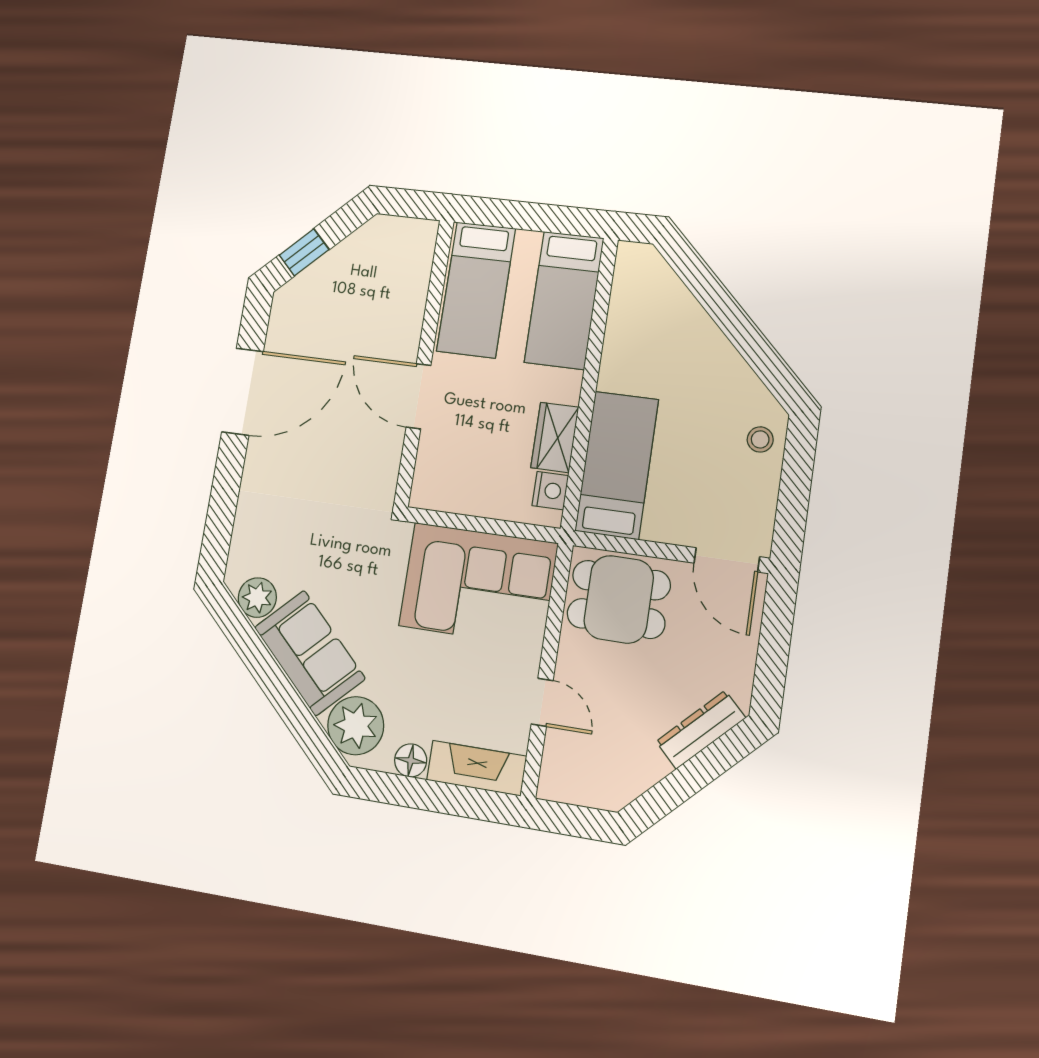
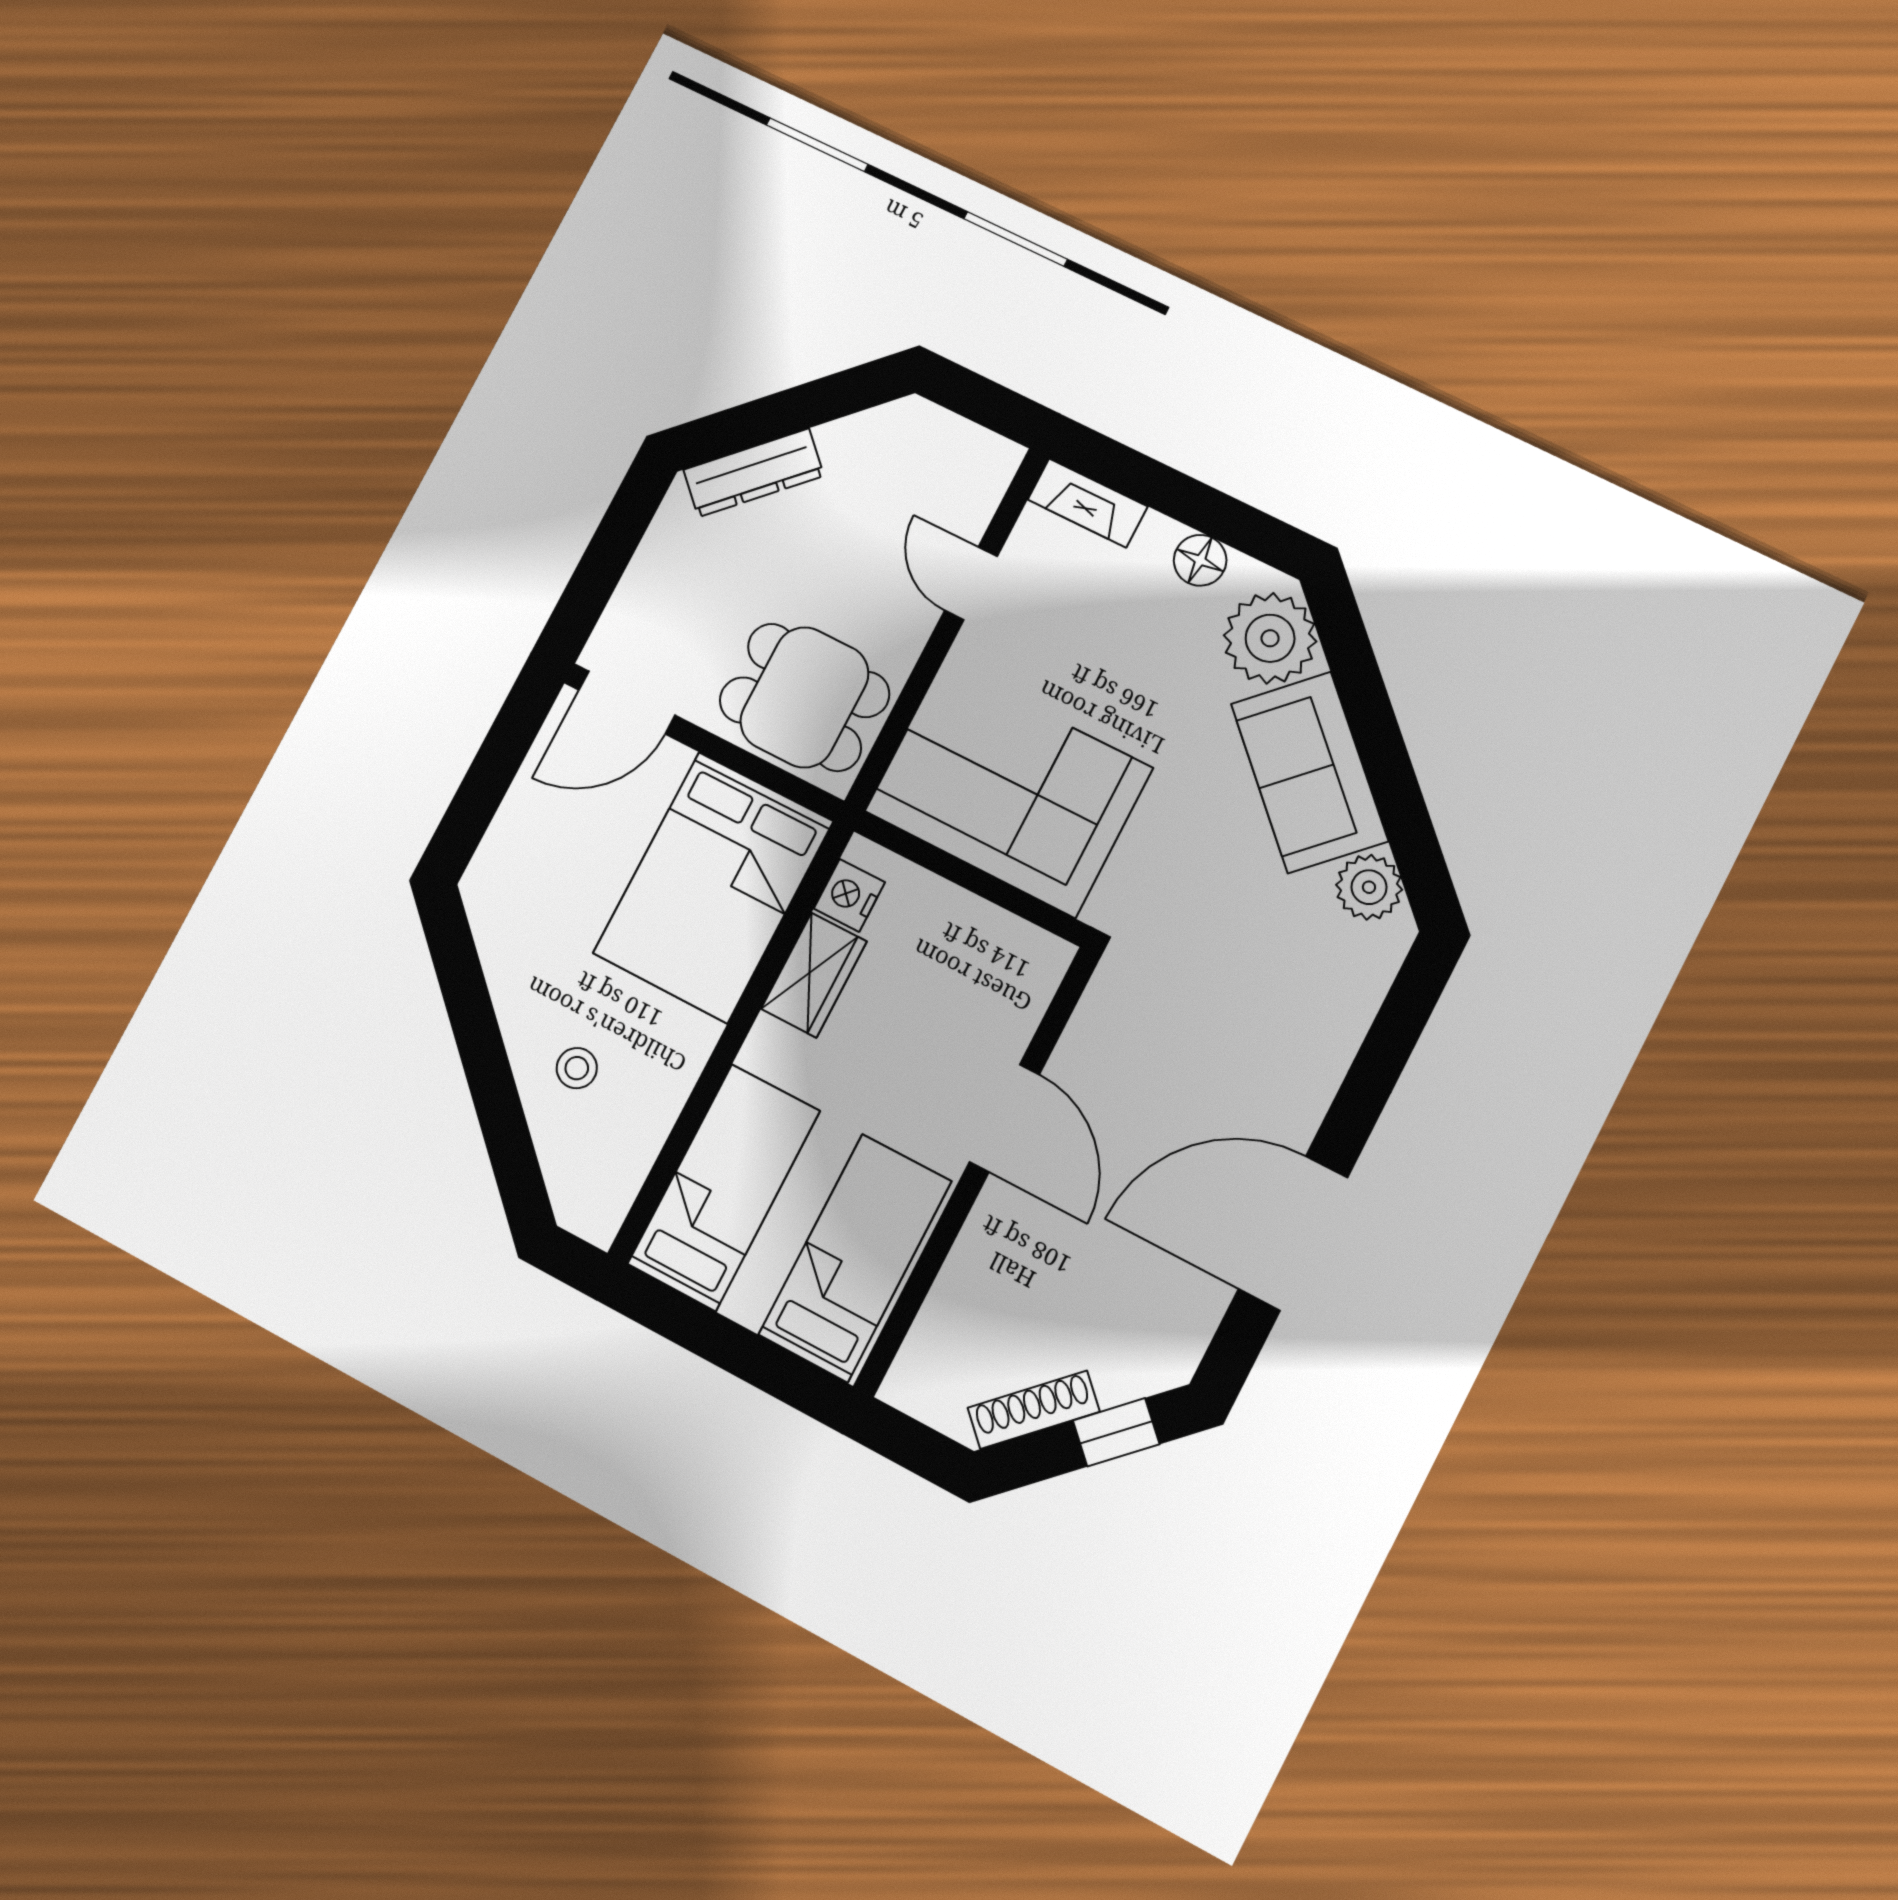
shoe rack: (352, 247) -> (1034, 1410), added
stool: (760, 439) -> (577, 1068), moved
bed: (617, 465) -> (713, 887), width x1.50
door: (727, 560) -> (627, 703), swing flipped
fireplace: (477, 768) -> (1088, 503), width x0.73, depth x0.76

